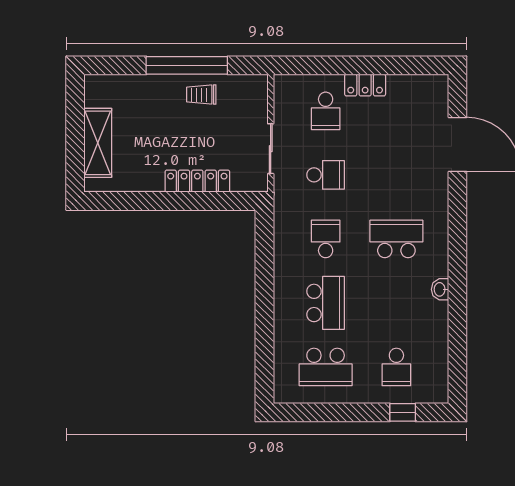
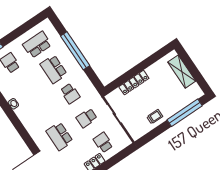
window: (187, 65) -> (185, 113), moved
school desk: (396, 239) -> (60, 136), moved, turned 90
window: (265, 310) -> (75, 51), added

